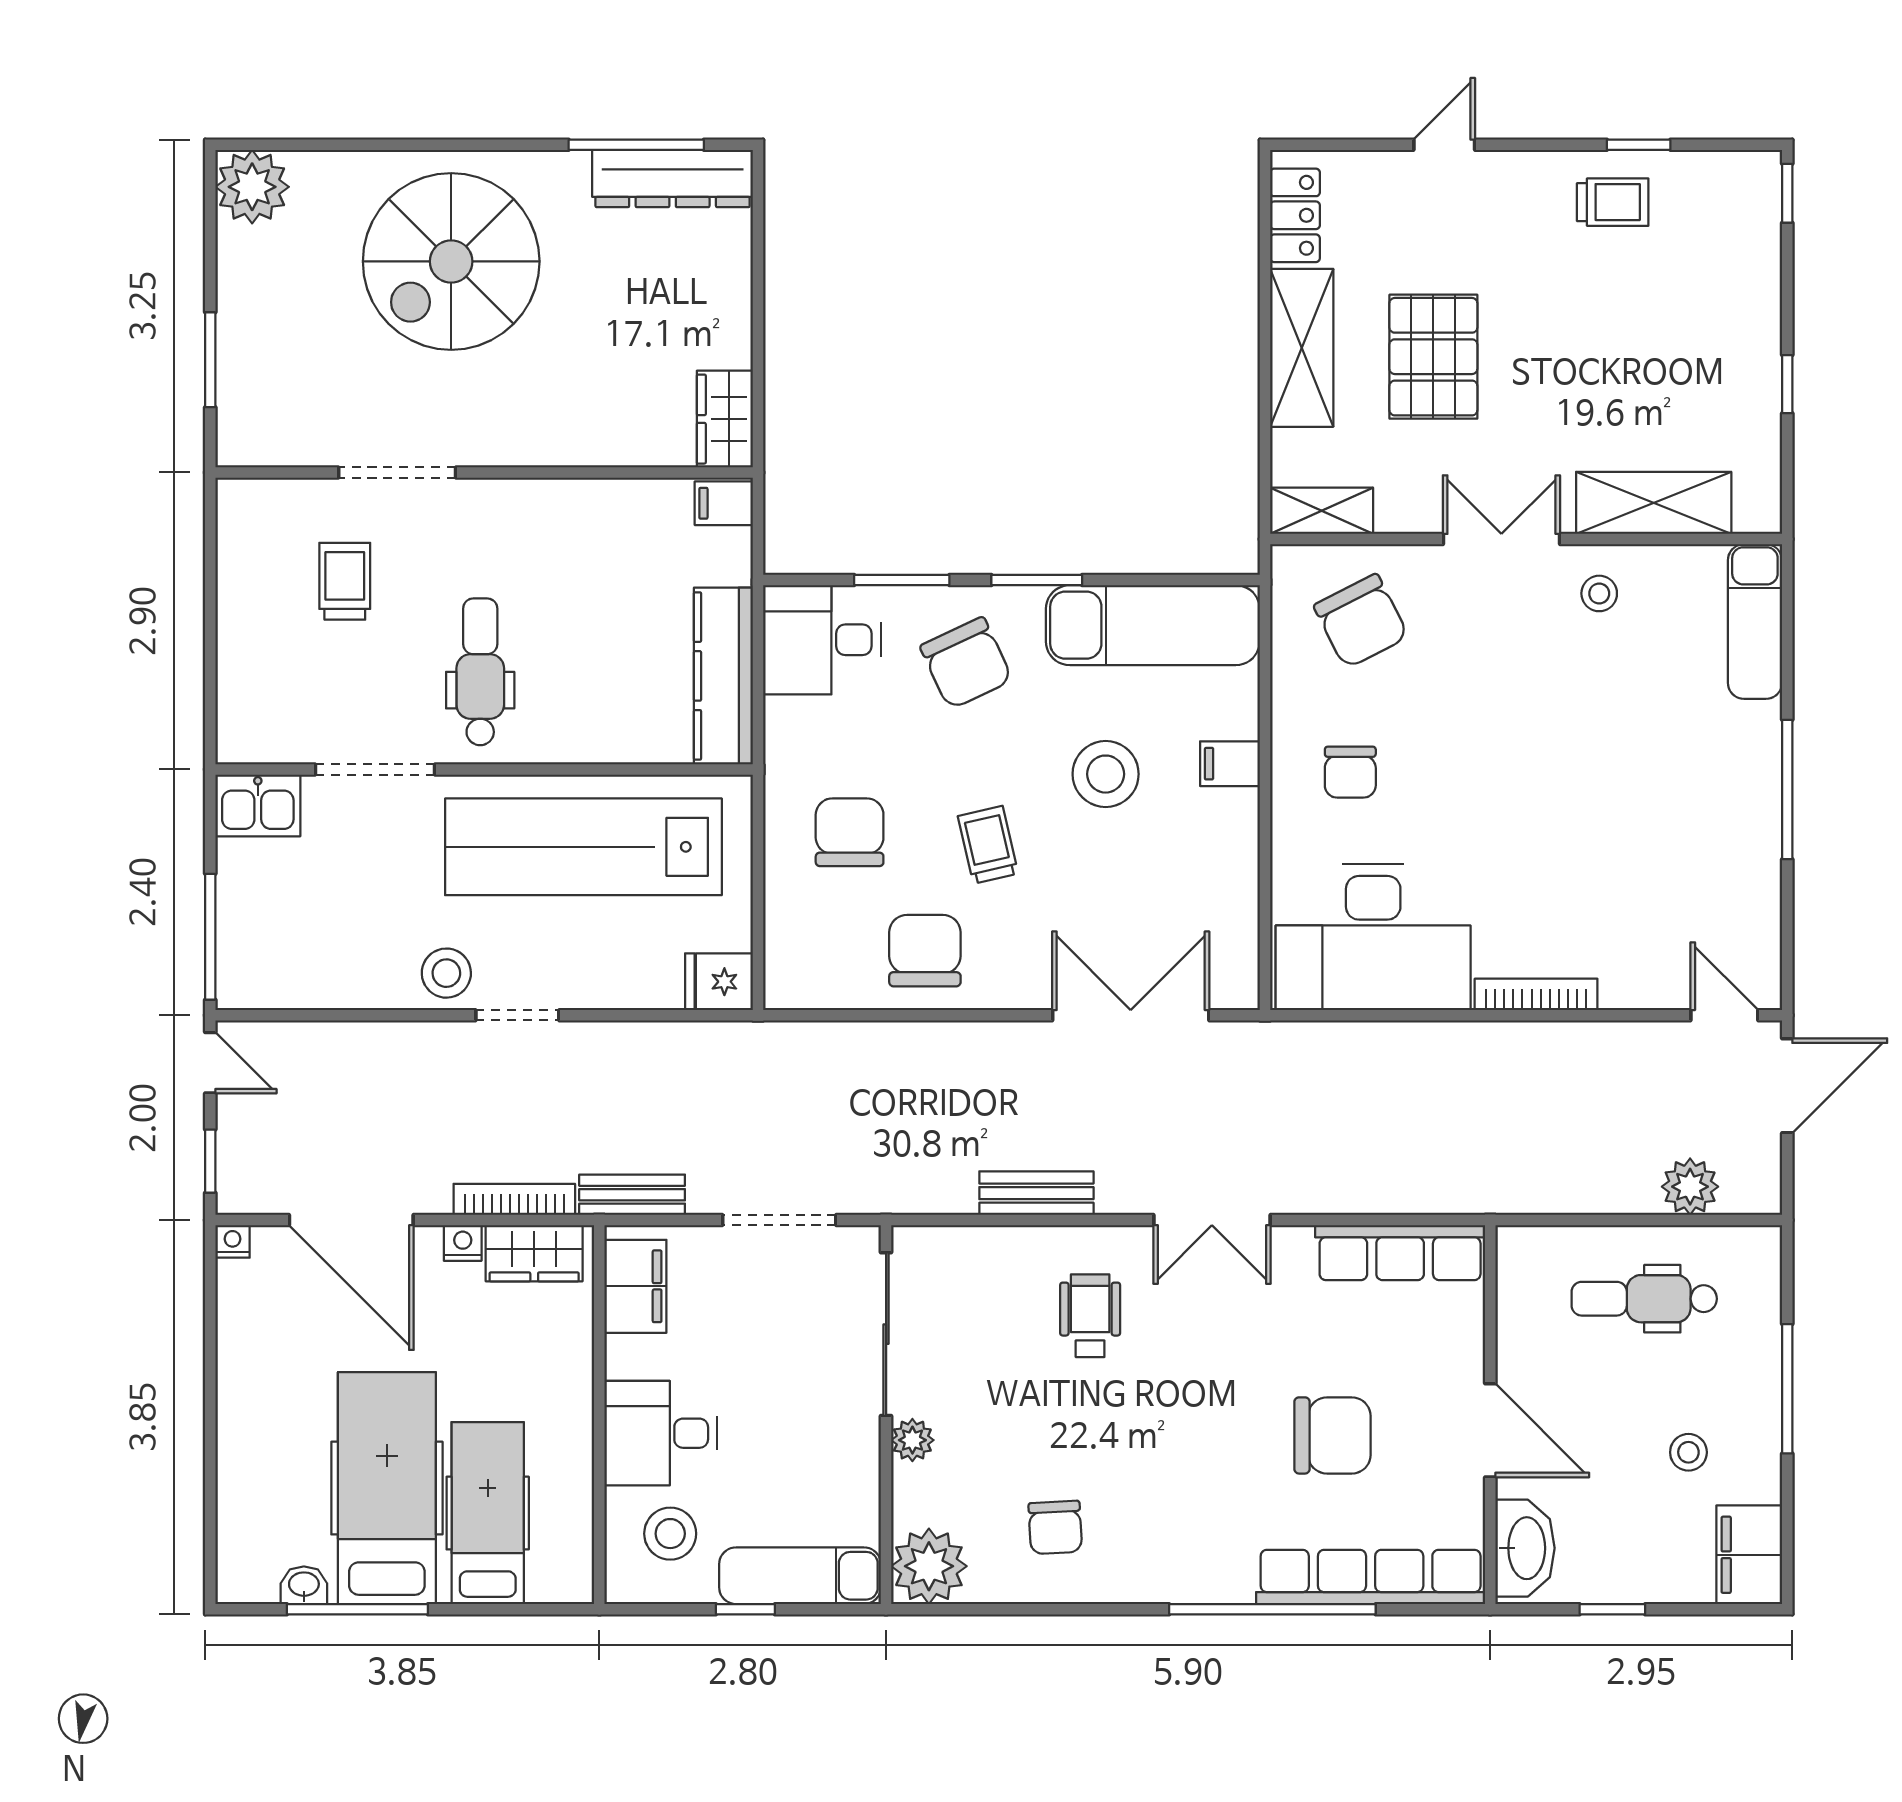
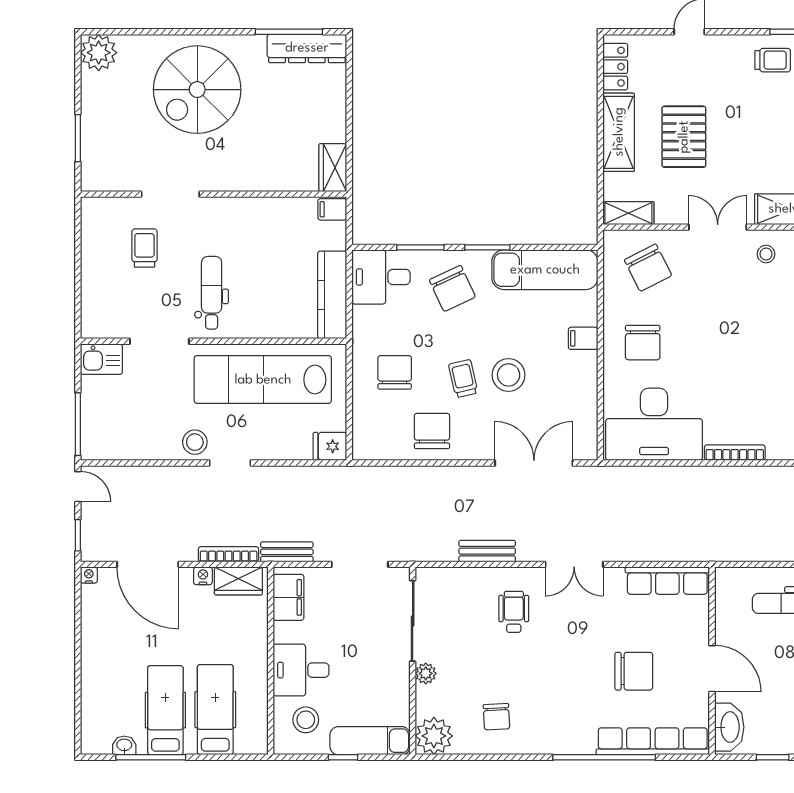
chair: (1350, 772) -> (643, 343), width x1.37, depth x1.37
stool: (1106, 774) -> (509, 375), moved
hospital bed: (387, 1488) -> (165, 710), width x0.73, depth x0.78

